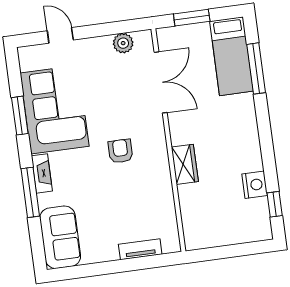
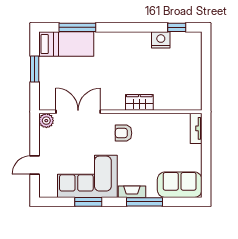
double door: (161, 82) -> (78, 112), moved
wall: (168, 140) -> (120, 112), moved
wardrobe: (185, 164) -> (139, 102), moved

